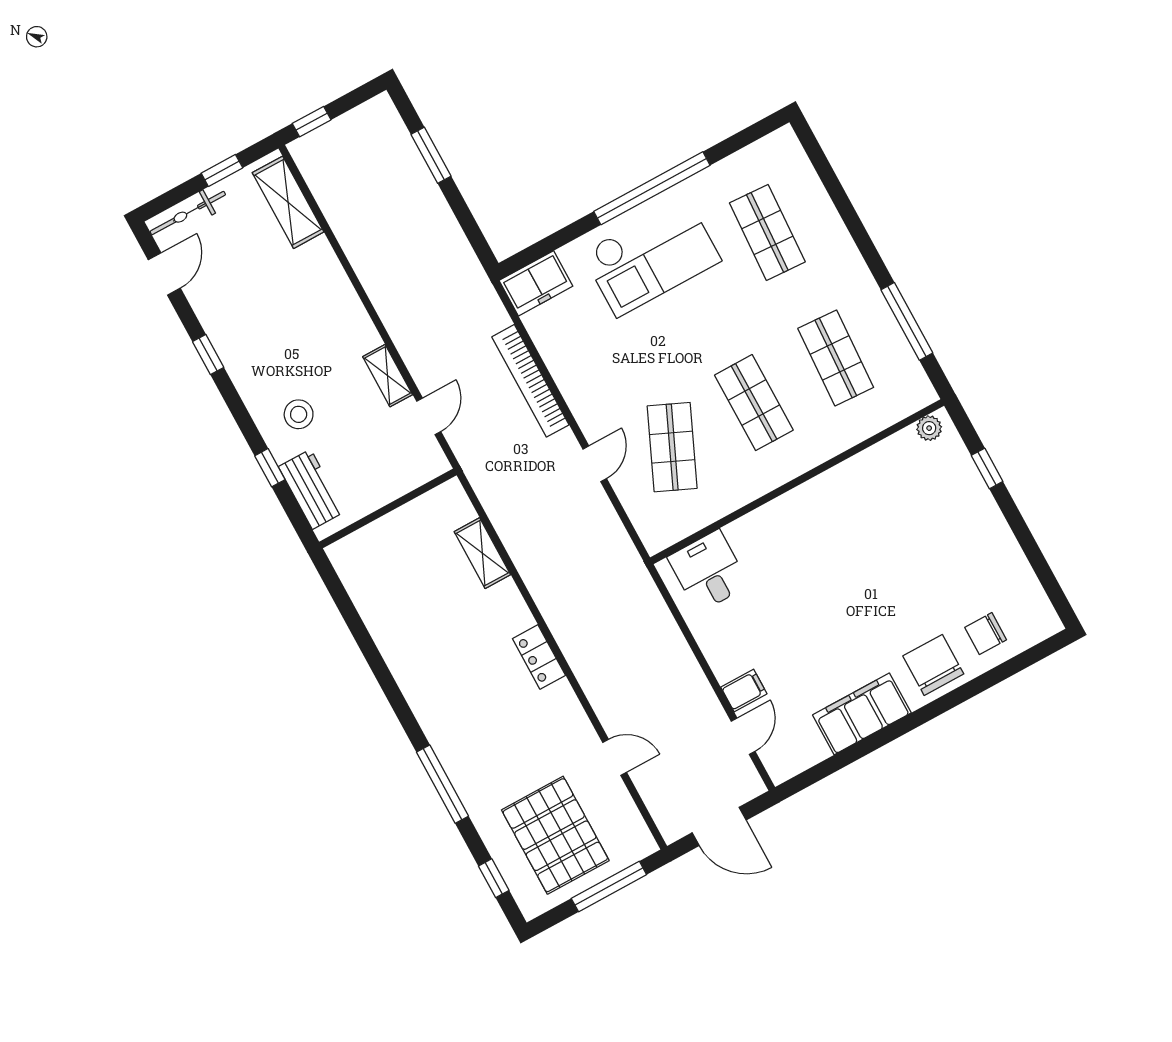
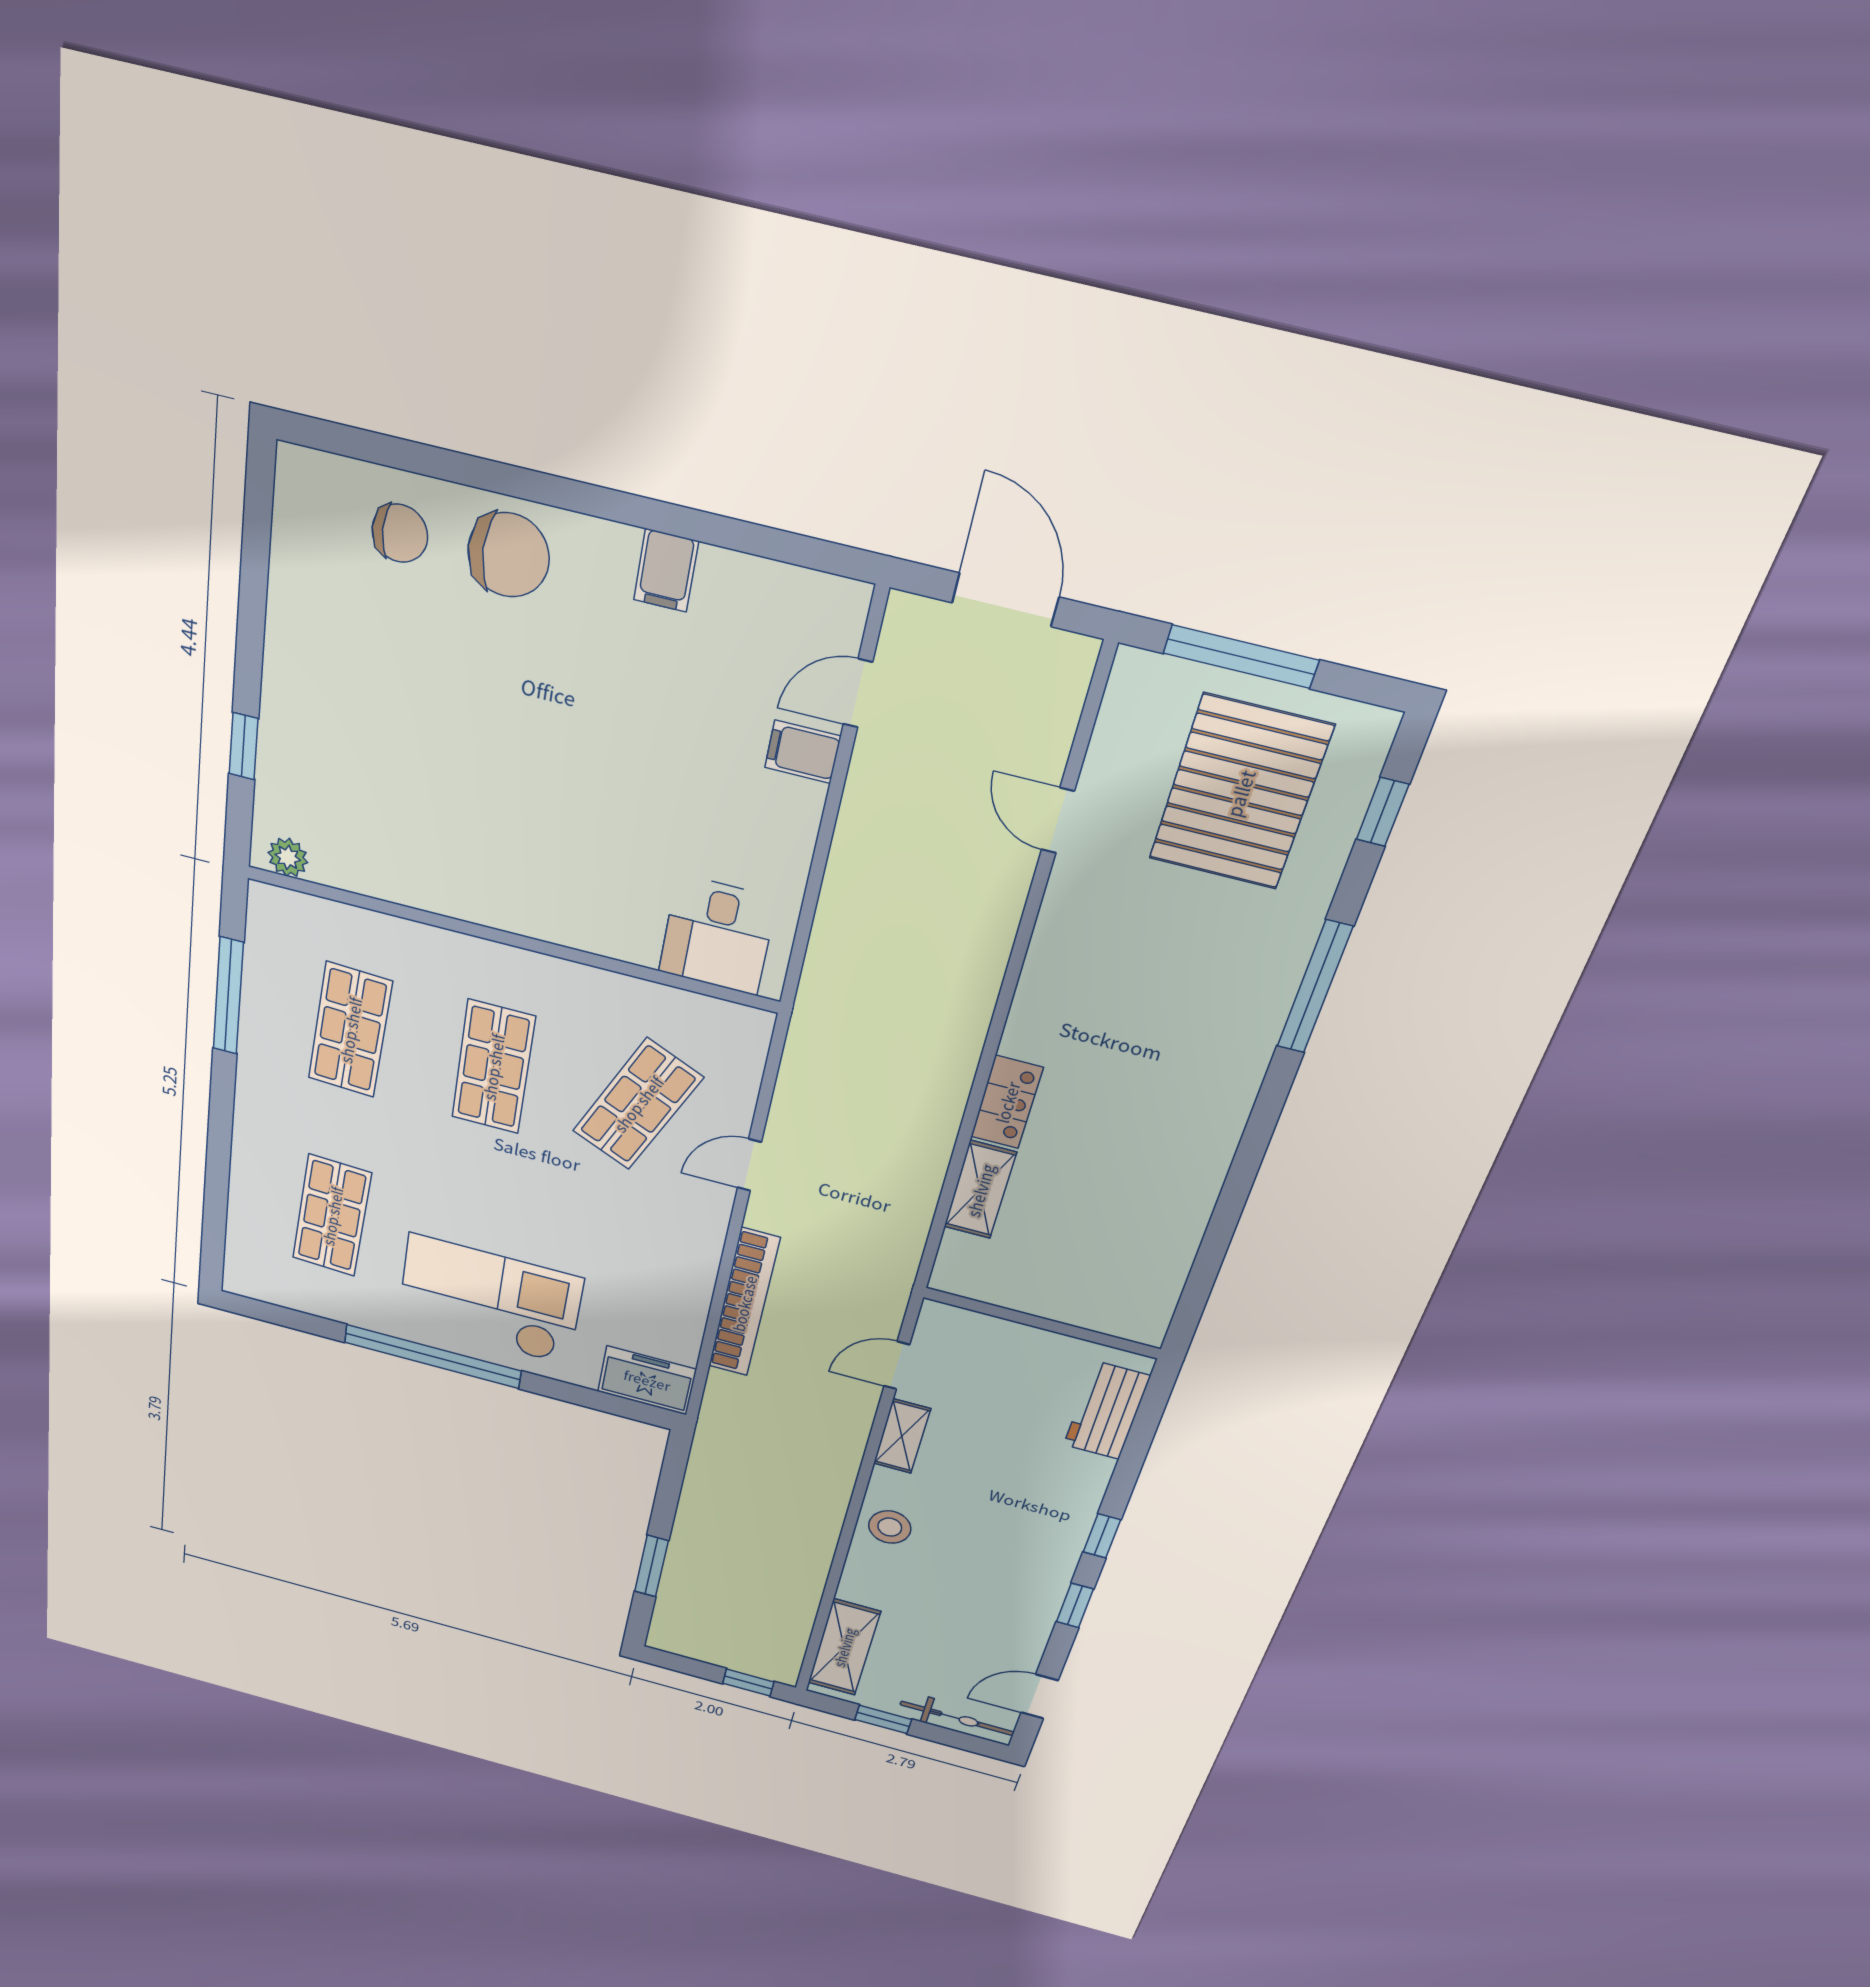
stool: (299, 414) -> (890, 1527), moved
window: (270, 468) -> (1102, 1536), moved
locker: (539, 657) -> (1007, 1102), moved
chair: (933, 665) -> (508, 555), turned -90
filing cabinet: (862, 714) -> (666, 570), width x0.33, depth x0.86

